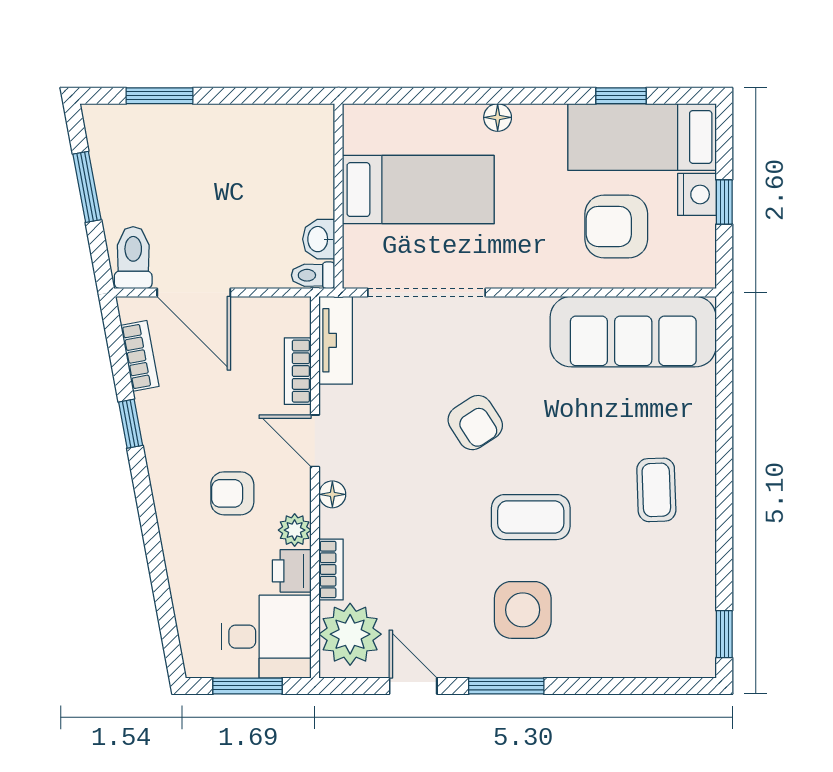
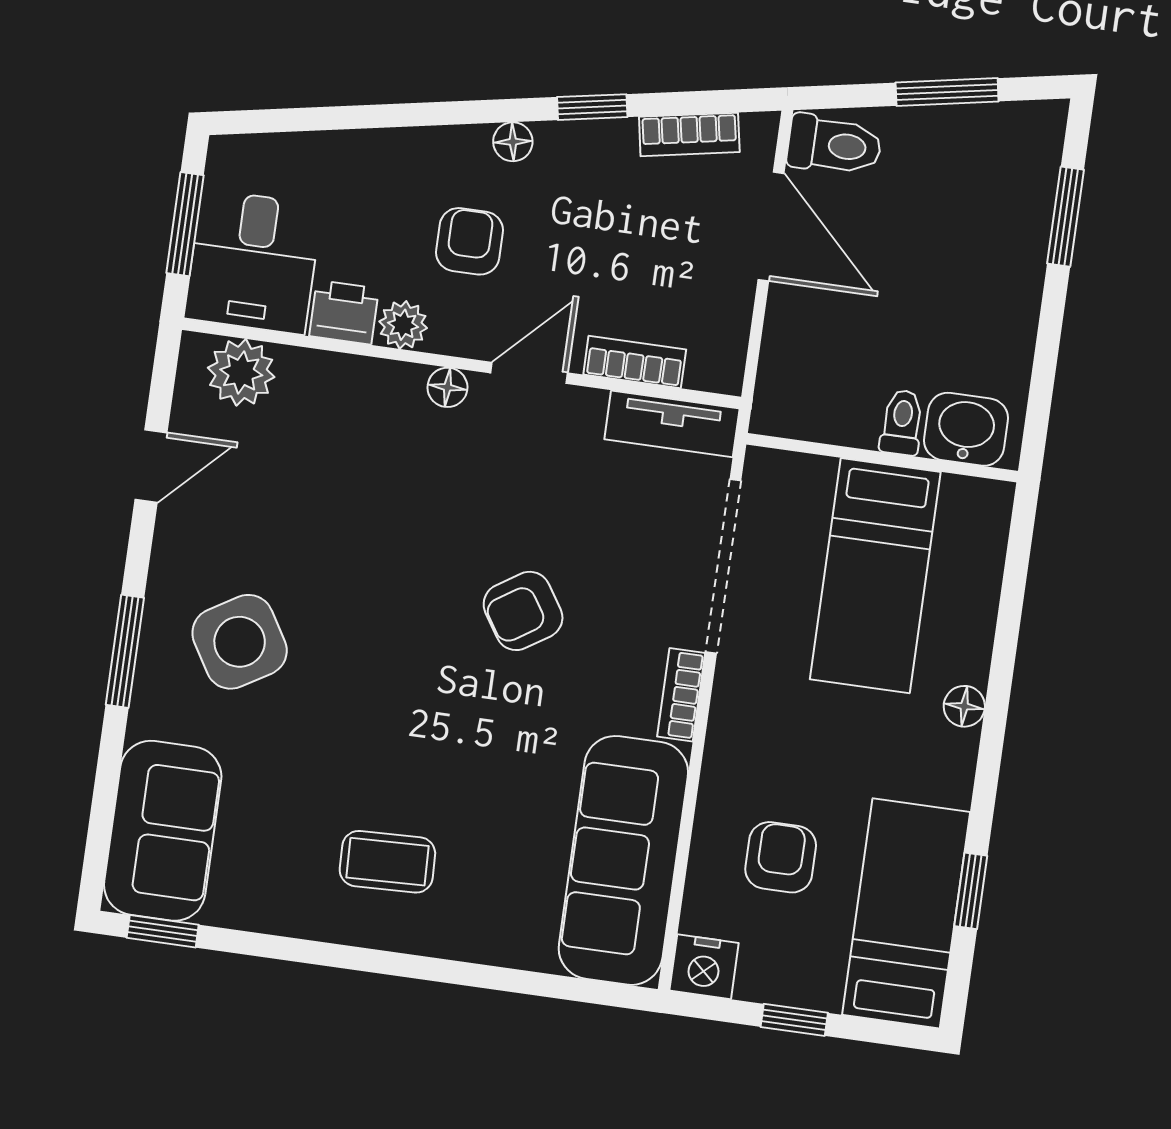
nightstand: (697, 194) -> (704, 967), moved
armchair: (616, 226) -> (781, 857), width x0.72, depth x0.72
washbasin: (319, 239) -> (966, 429), moved, width x1.38, depth x1.45
toilet: (313, 275) -> (902, 422), moved
door: (194, 292) -> (771, 226), swing flipped
floor lamp: (161, 474) -> (513, 142), added
coffee table: (531, 517) -> (374, 673), removed
bookcase: (331, 569) -> (681, 695), moved, turned 90
side table: (523, 610) -> (240, 642), turned -31
plant: (350, 634) -> (241, 372), width x0.73, depth x0.73
sofa: (657, 644) -> (163, 831), added
window: (506, 686) -> (125, 651), moved

